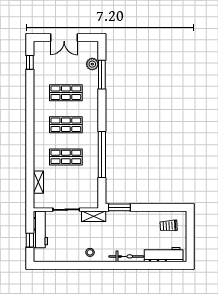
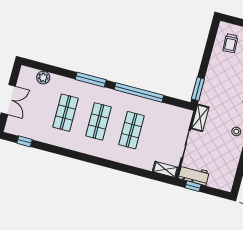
window: (102, 75) -> (91, 80), moved
shelving: (38, 182) -> (165, 169), moved
workbench: (40, 229) -> (194, 175), width x0.73
window: (30, 240) -> (193, 186), moved

